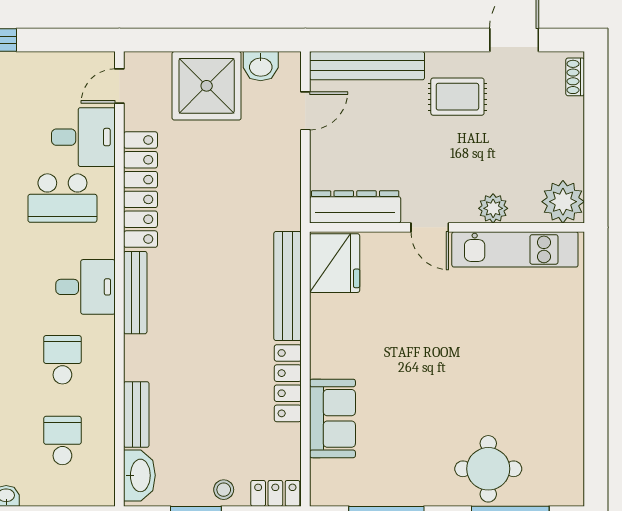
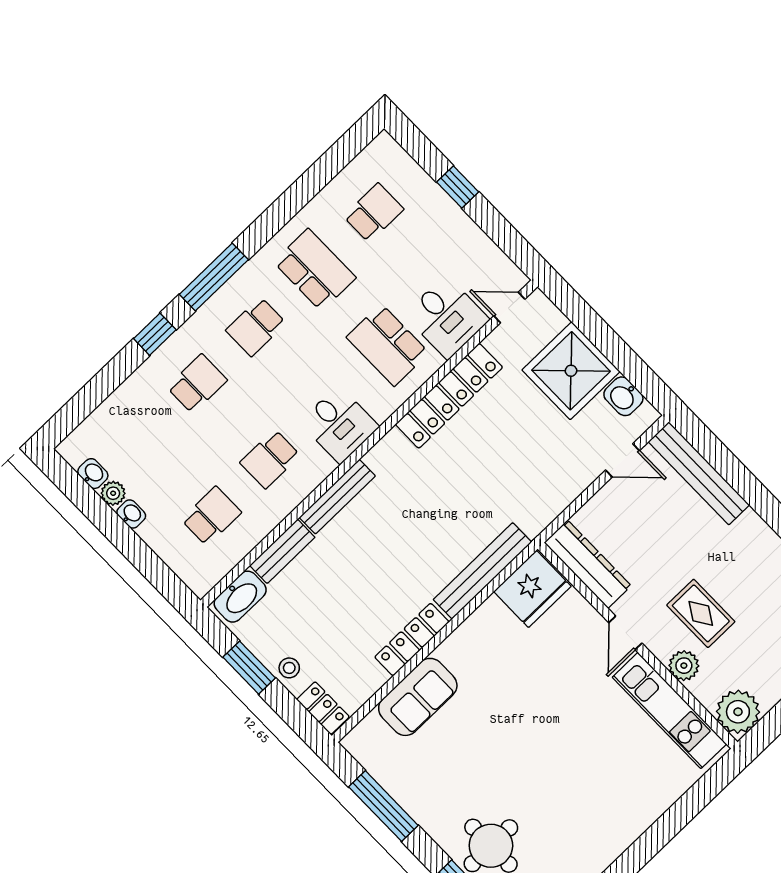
rug: (457, 97) -> (701, 613), moved
bench: (135, 293) -> (337, 497), moved
school desk: (62, 360) -> (270, 459), turned 180

